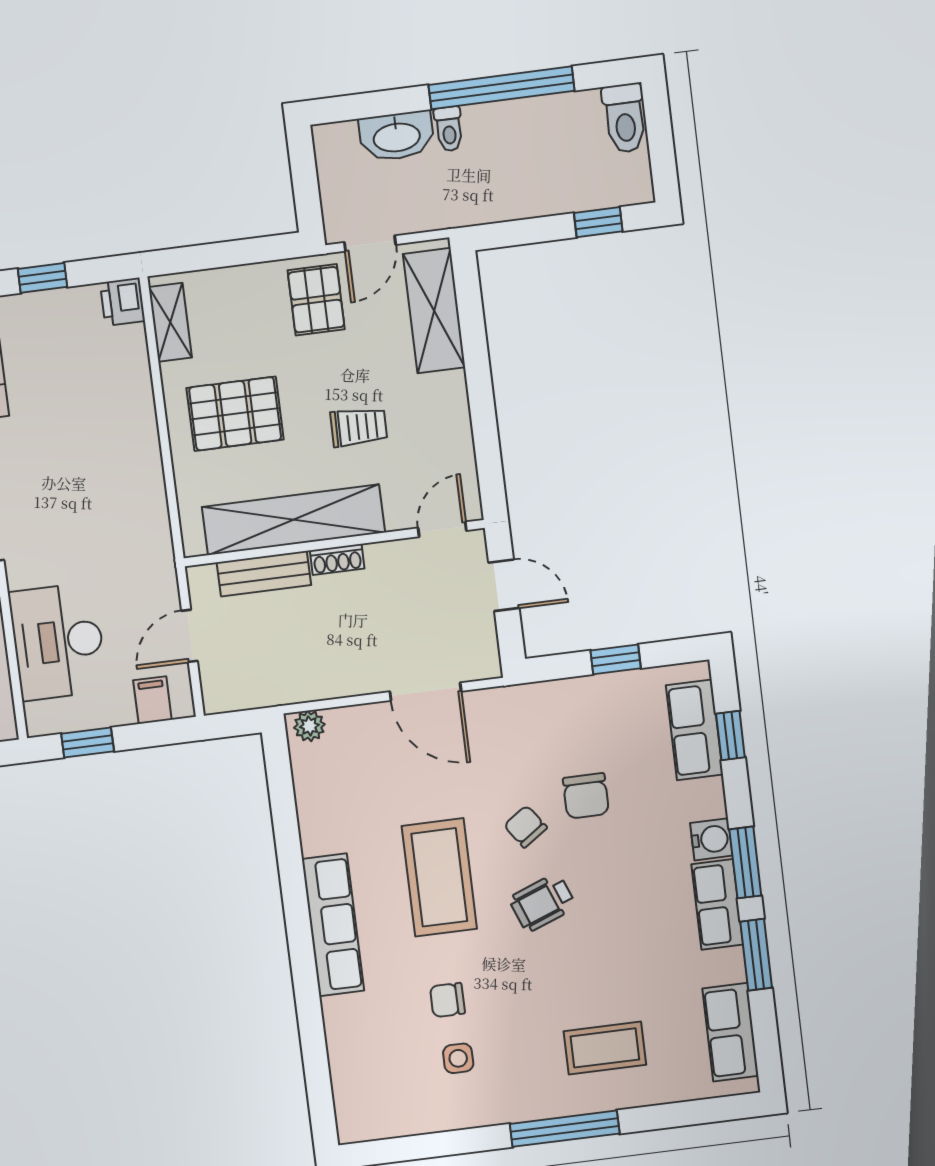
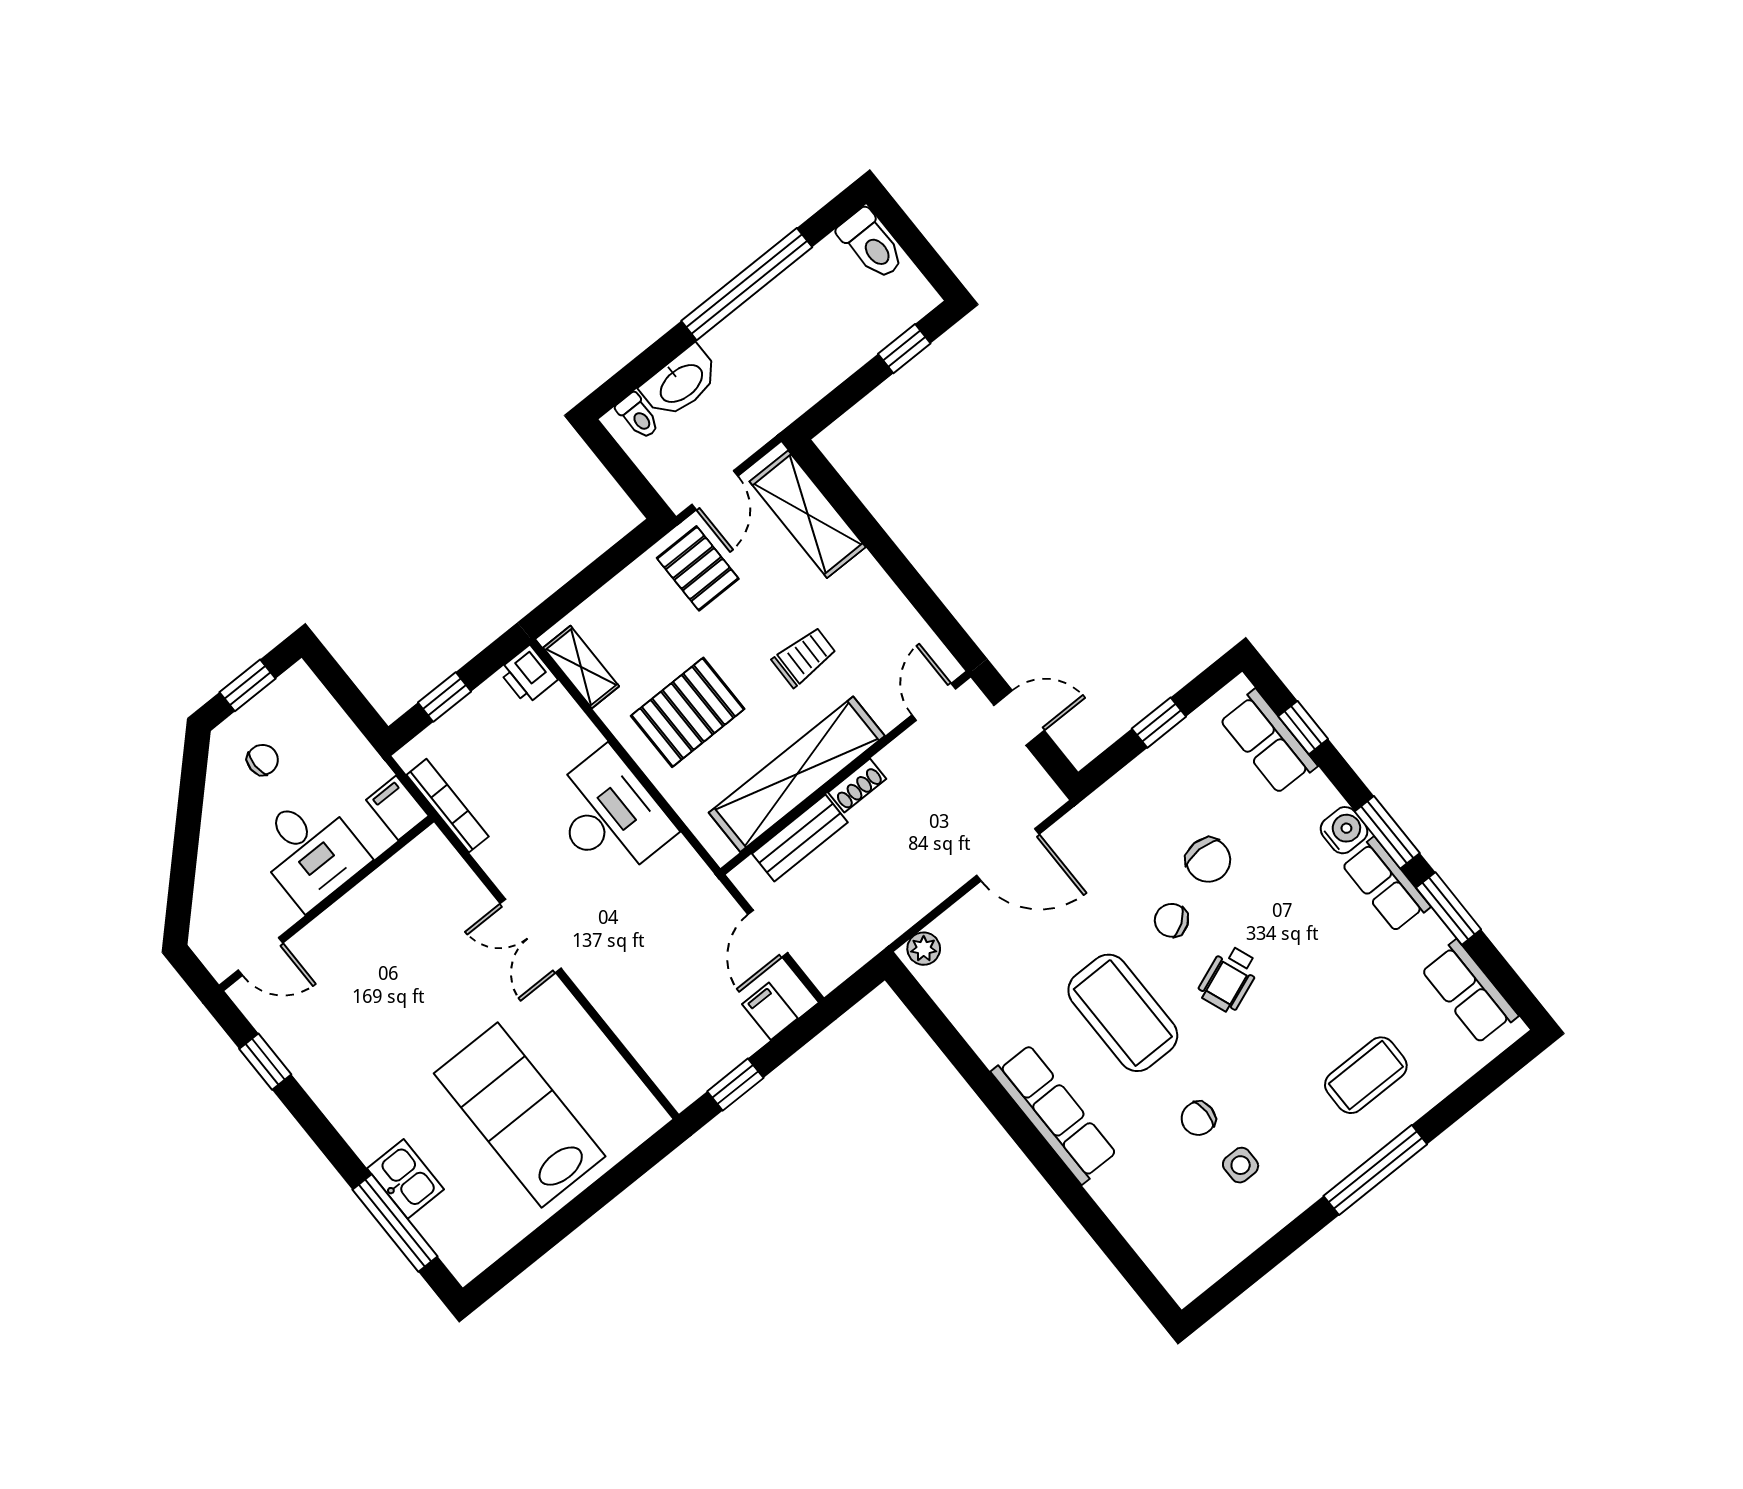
toilet: (449, 129) -> (638, 416), moved
desk: (58, 642) -> (609, 815), moved, turned 180

